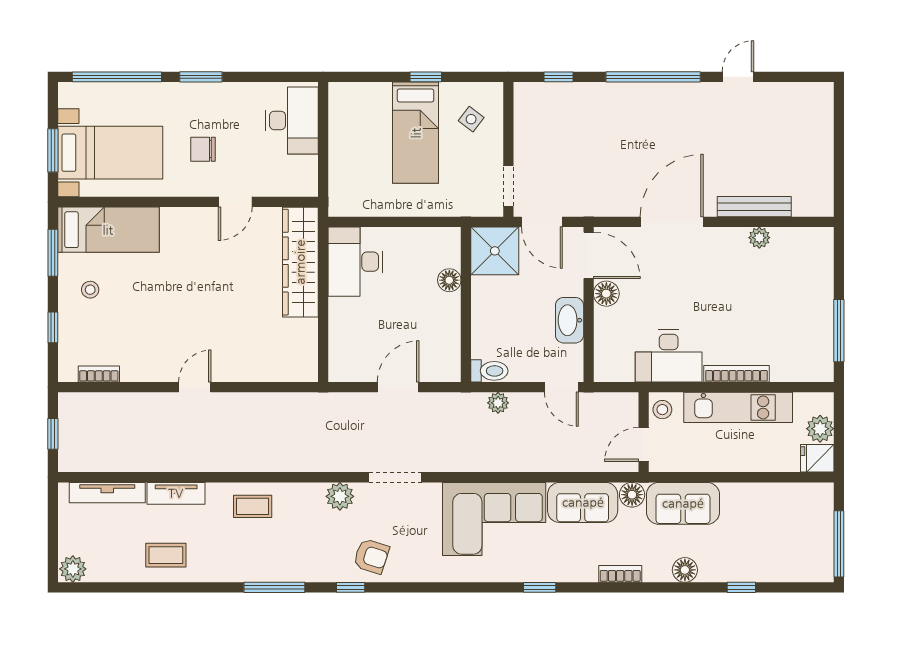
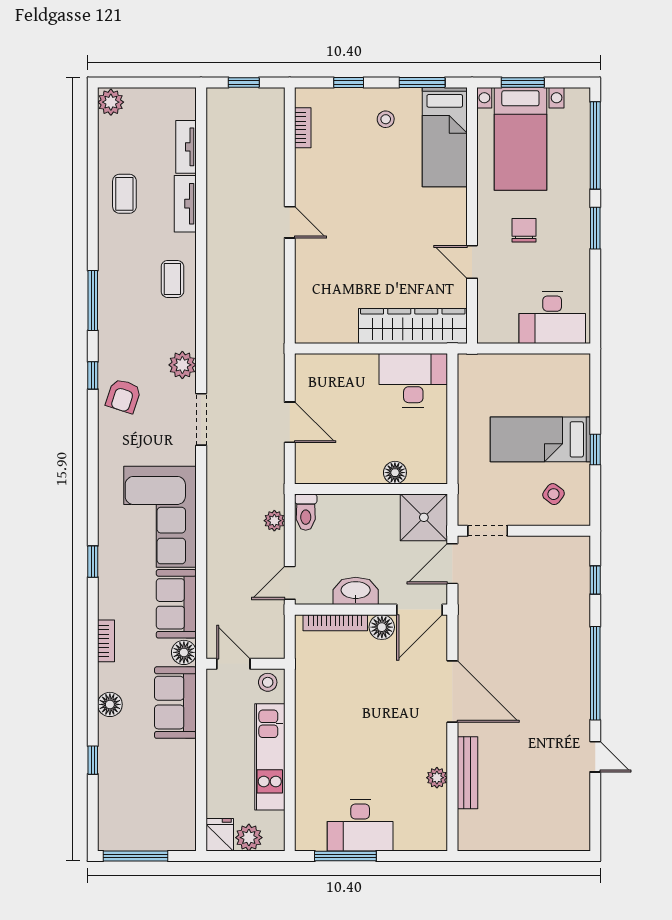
desk: (669, 356) -> (360, 825), moved, turned -90
bookcase: (736, 374) -> (335, 623), moved, turned 90
tv unit: (107, 493) -> (186, 147), width x0.71

